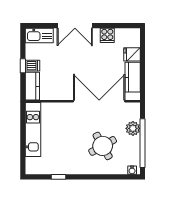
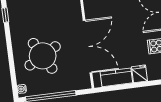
plant: (133, 128) -> (64, 84), removed
round table: (103, 146) -> (43, 56), width x1.36, depth x1.36

